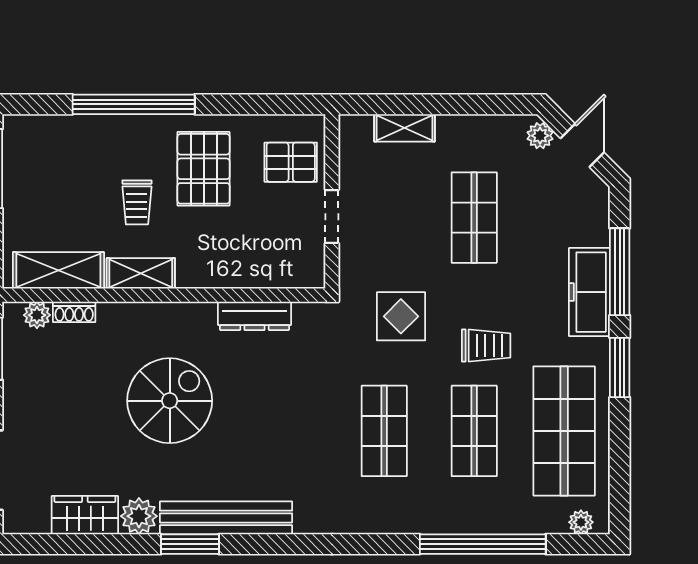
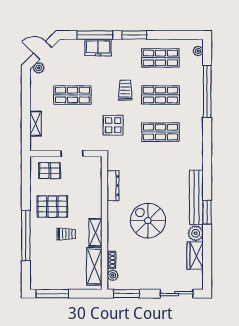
pallet: (291, 162) -> (50, 171), turned 90
freezer: (589, 292) -> (98, 47), width x0.71
shop shelf: (564, 431) -> (160, 58), width x0.70, depth x0.74

